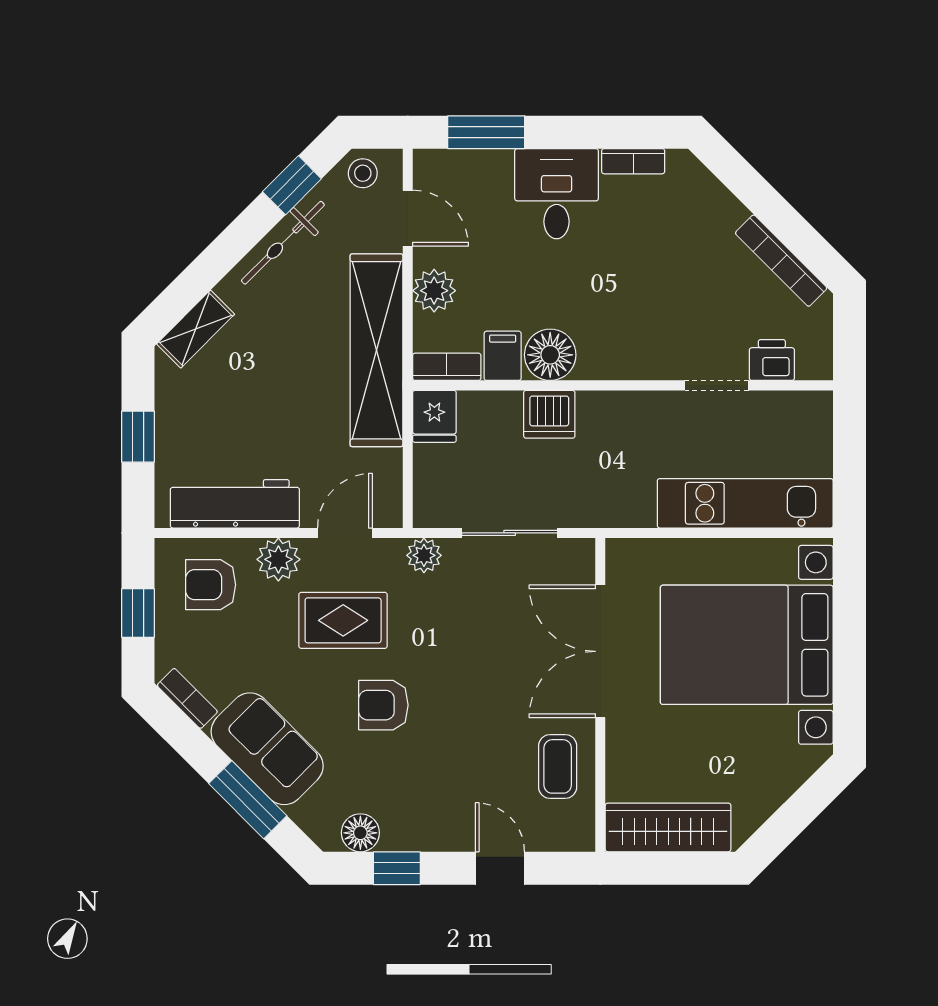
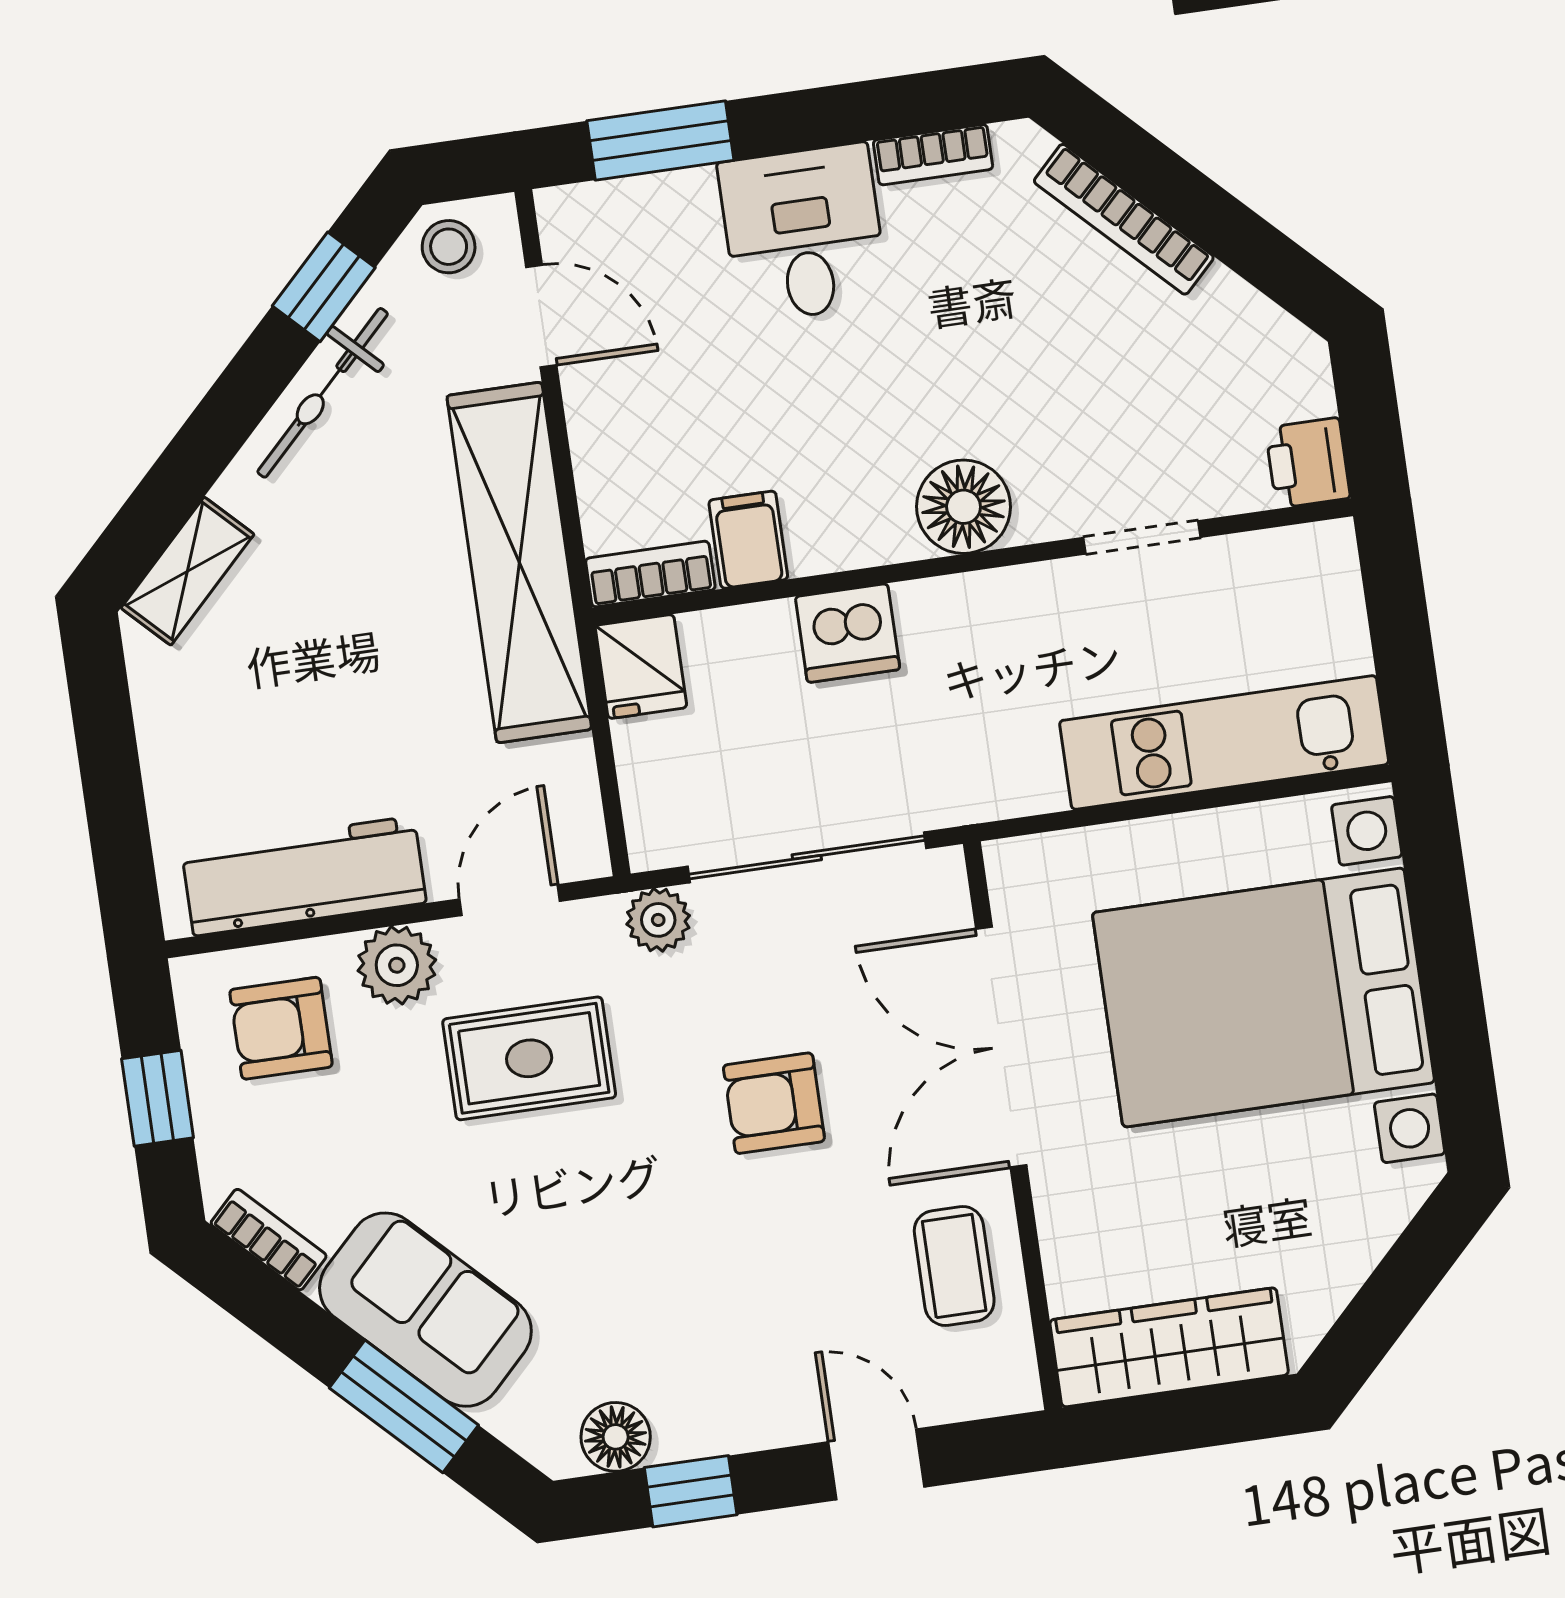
bookcase: (781, 261) -> (1124, 219), moved
plant: (434, 291) -> (608, 440), removed
floor lamp: (550, 355) -> (964, 507), moved
printer: (772, 360) -> (1308, 463), moved, turned -90
window: (138, 437) -> (112, 780), removed
sliding door: (510, 533) -> (807, 857), width x1.37
armchair: (383, 705) -> (774, 1103), moved

